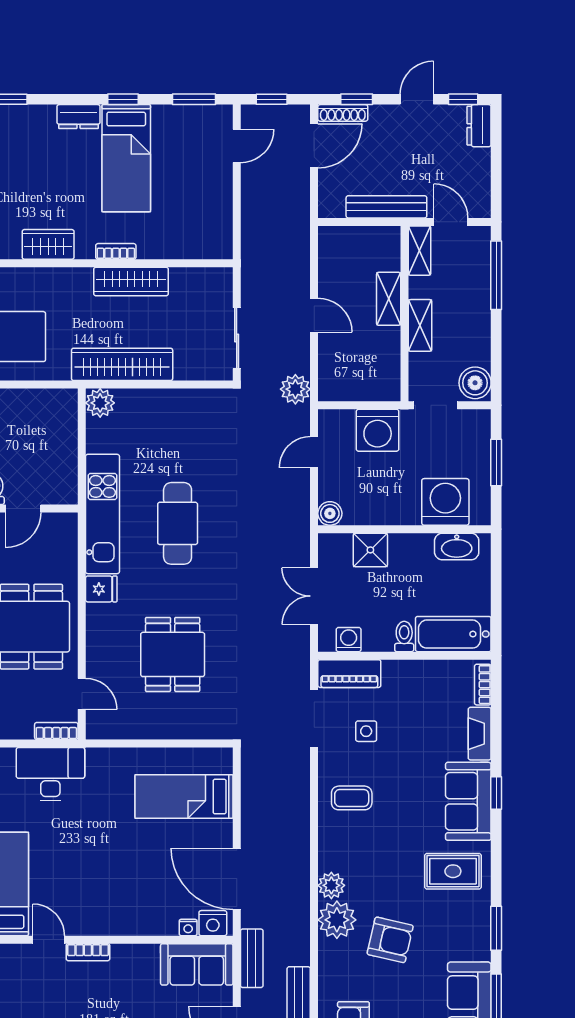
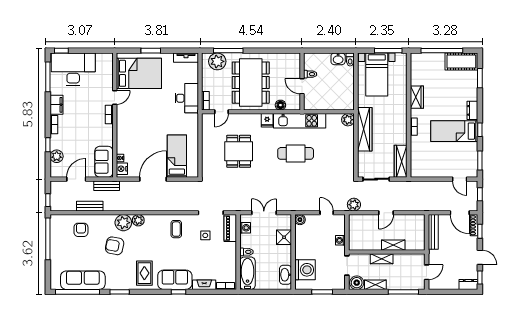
bench: (386, 207) -> (433, 232), moved
shelving: (420, 251) -> (375, 285), moved
wardrobe: (131, 282) -> (401, 161), moved
washing machine: (378, 430) -> (340, 240), width x0.53, depth x0.53
floor lamp: (66, 558) -> (280, 105), added
dining table: (173, 654) -> (239, 151), turned 90
door: (237, 879) -> (153, 179), moved
armchair: (390, 940) -> (115, 246), turned 88

